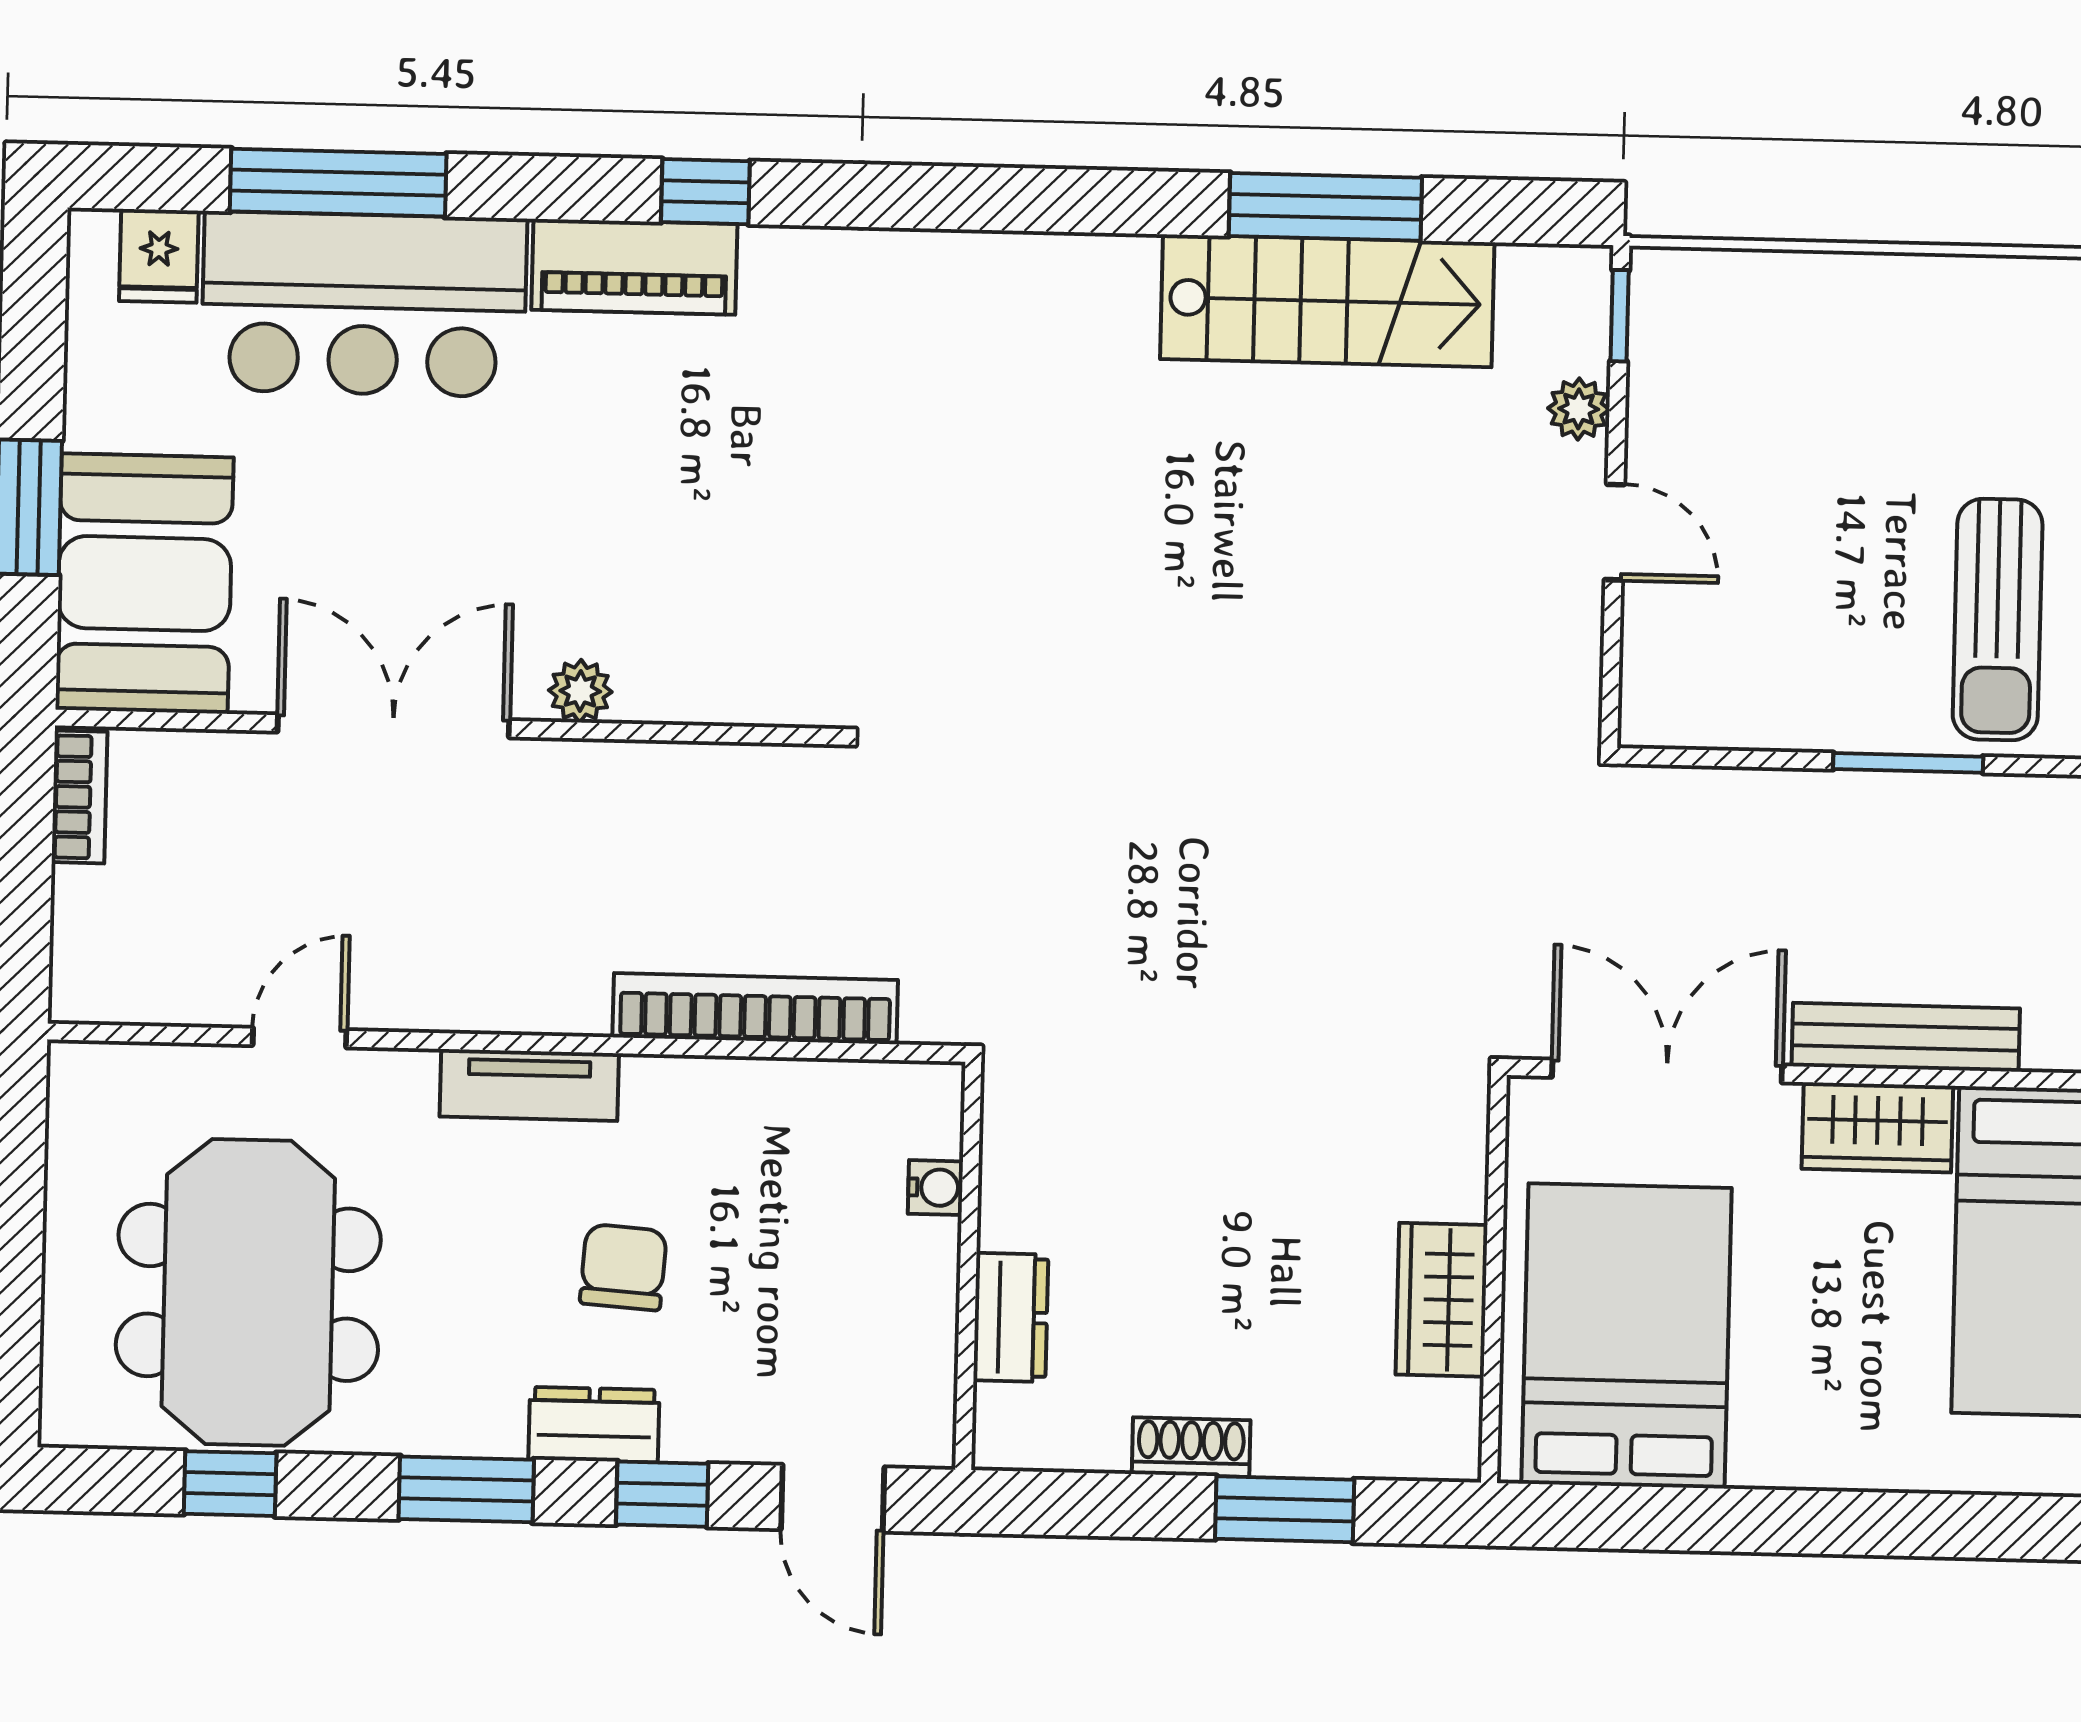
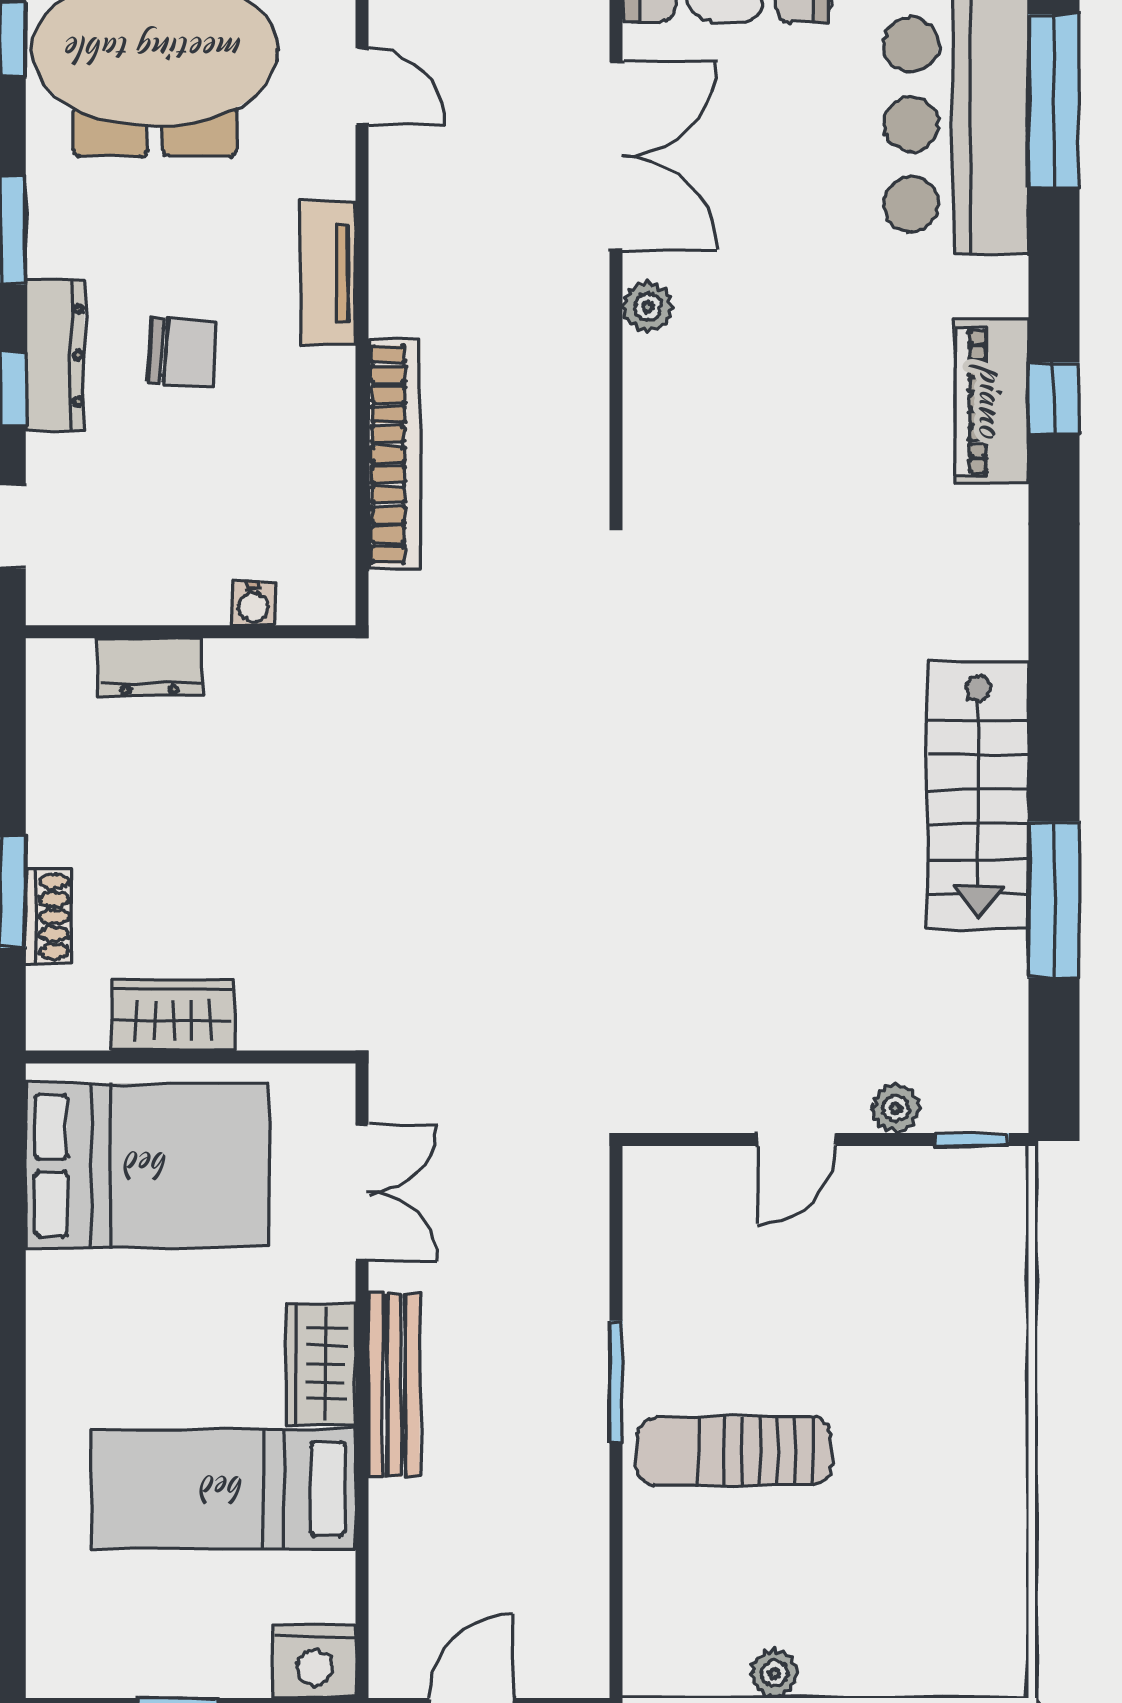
piano: (634, 267) -> (992, 401), moved
stairs: (1327, 301) -> (978, 795), moved
double door: (1667, 1071) -> (362, 1193), width x0.73
dresser: (594, 1425) -> (55, 355), width x1.44
shoe rack: (1191, 1447) -> (49, 916), moved

